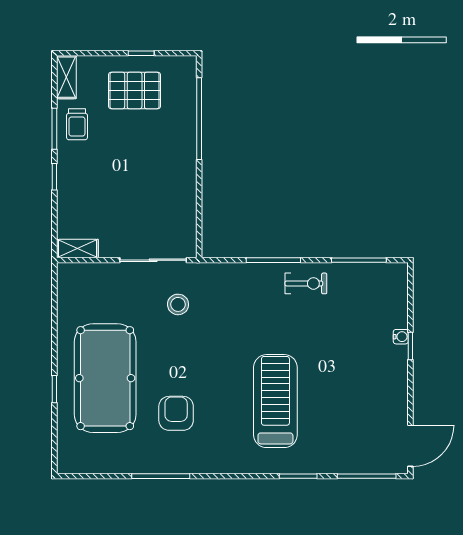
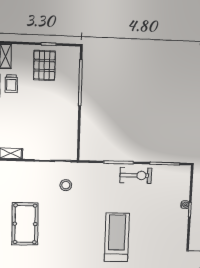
pallet: (135, 90) -> (44, 65), turned 90
exercise bike: (306, 283) -> (136, 175), width x1.38, depth x1.39
pool table: (105, 378) -> (25, 224), width x0.73, depth x0.76
armchair: (176, 413) -> (63, 243), removed

